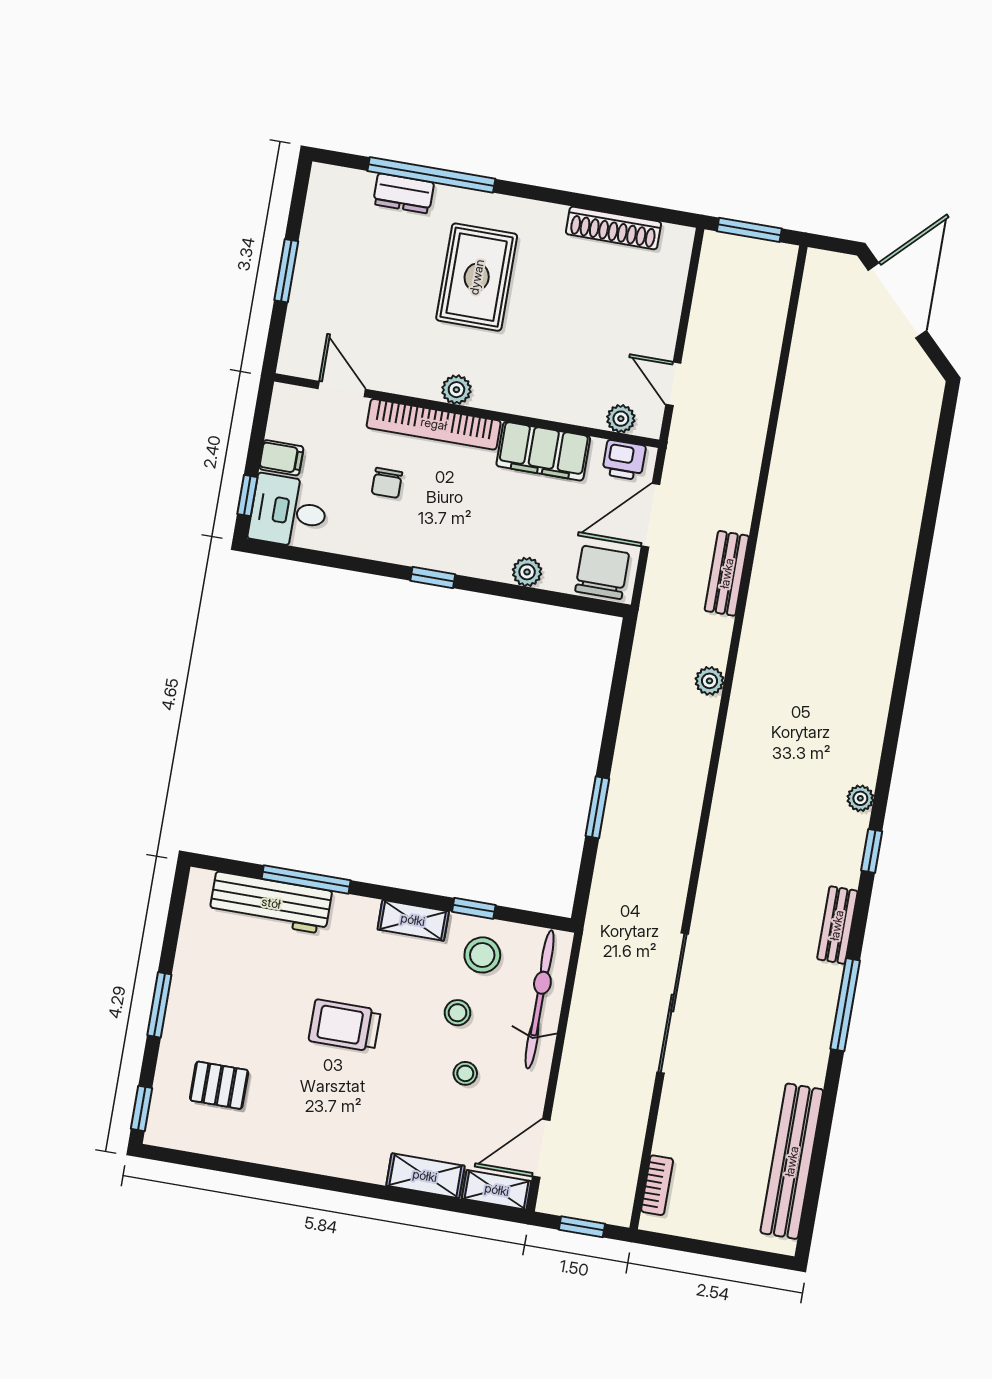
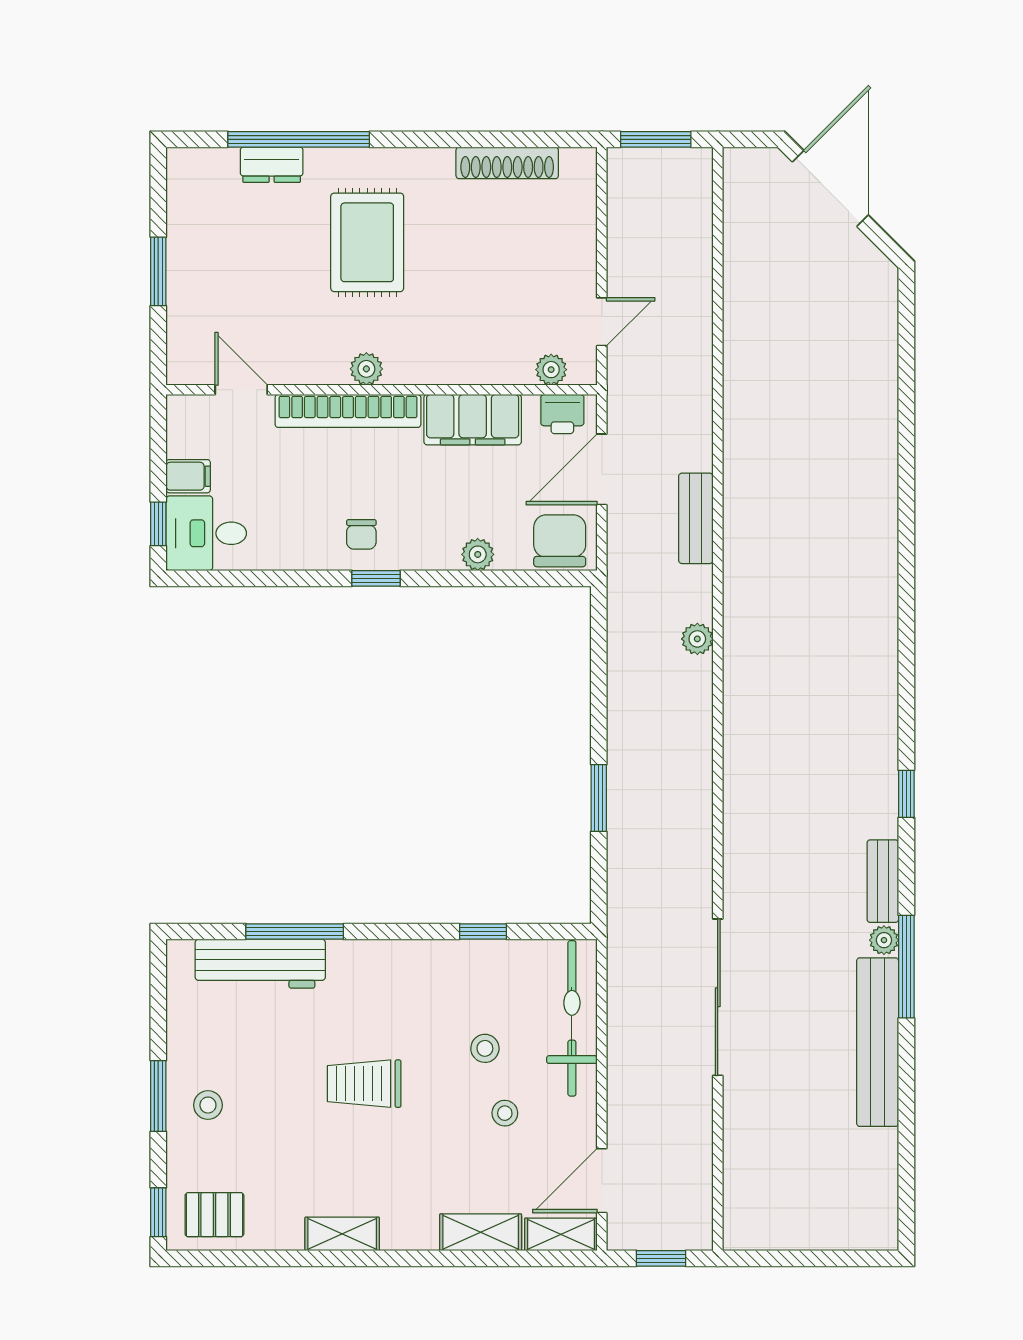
door: (673, 384) -> (602, 322), swing flipped
chair: (387, 483) -> (361, 534), moved
plant: (860, 798) -> (884, 940), moved
shelving: (413, 920) -> (342, 1234), moved
stool: (482, 955) -> (208, 1105), moved, width x0.73, depth x0.73
pallet: (219, 1085) -> (214, 1215), moved
bench: (792, 1161) -> (878, 1042), moved
bookcase: (657, 1185) -> (735, 1199), removed

